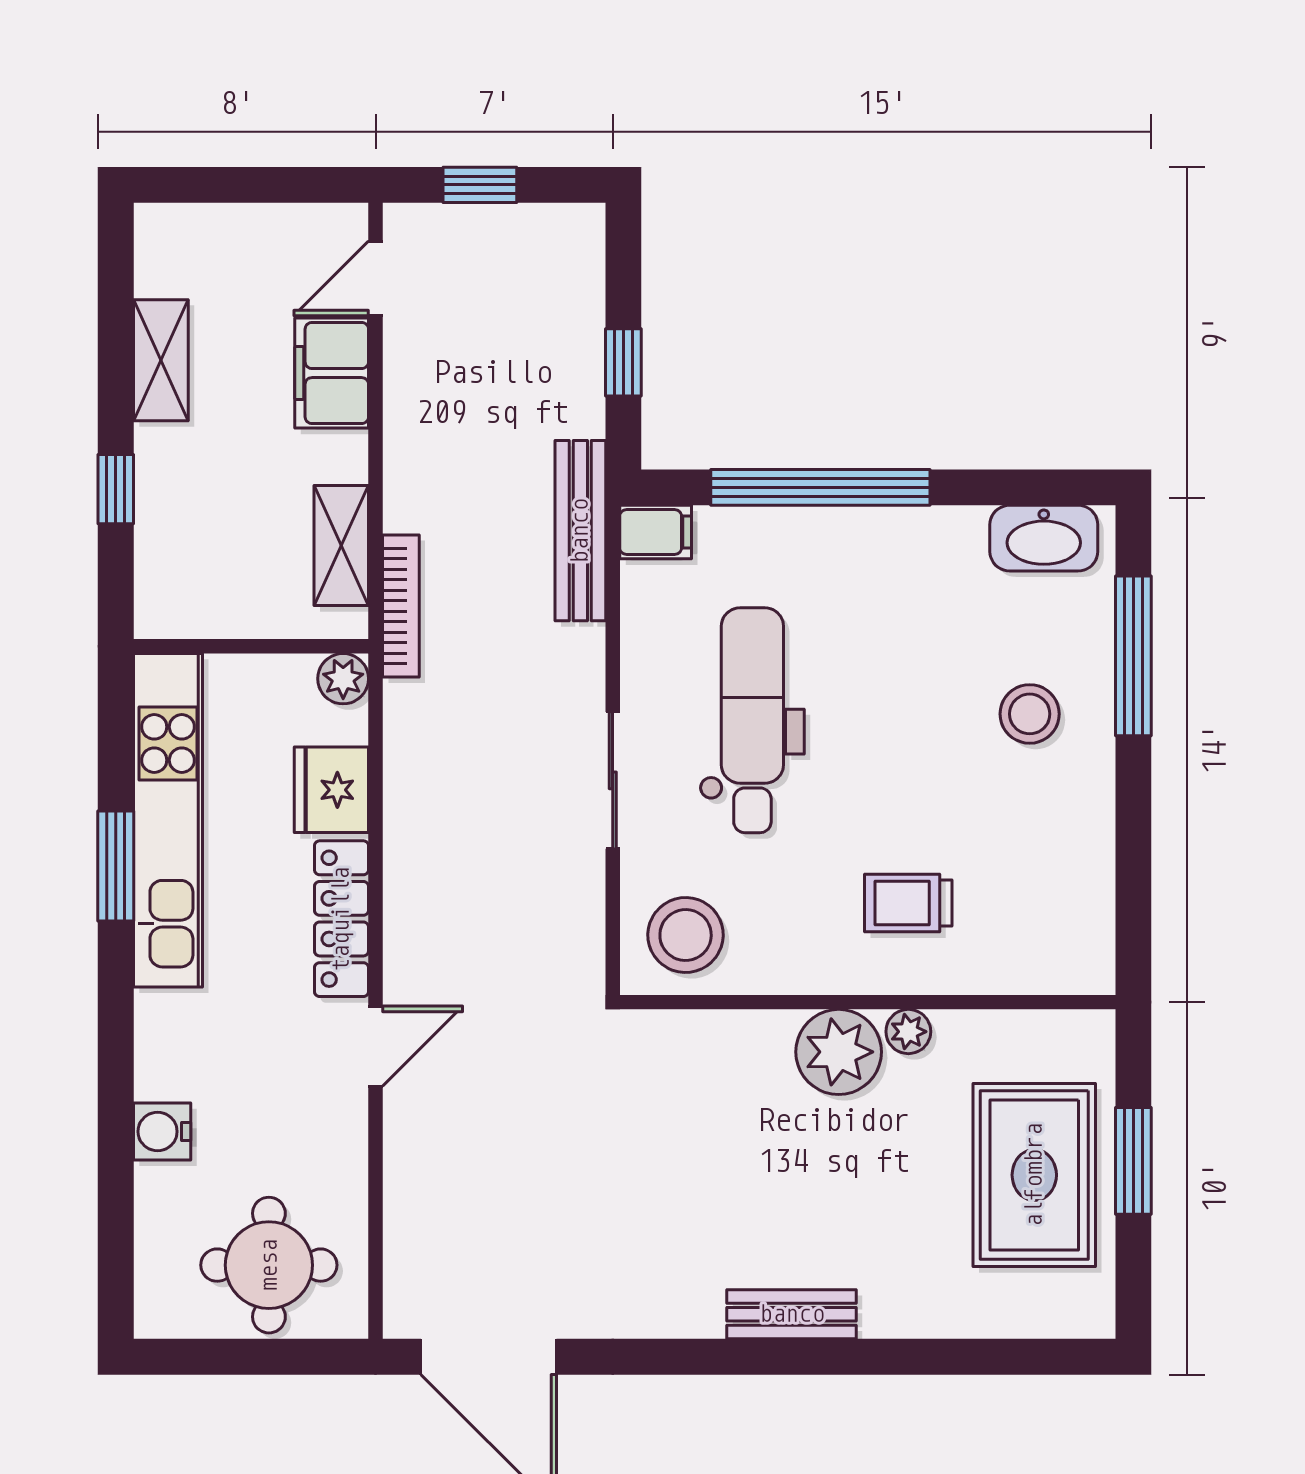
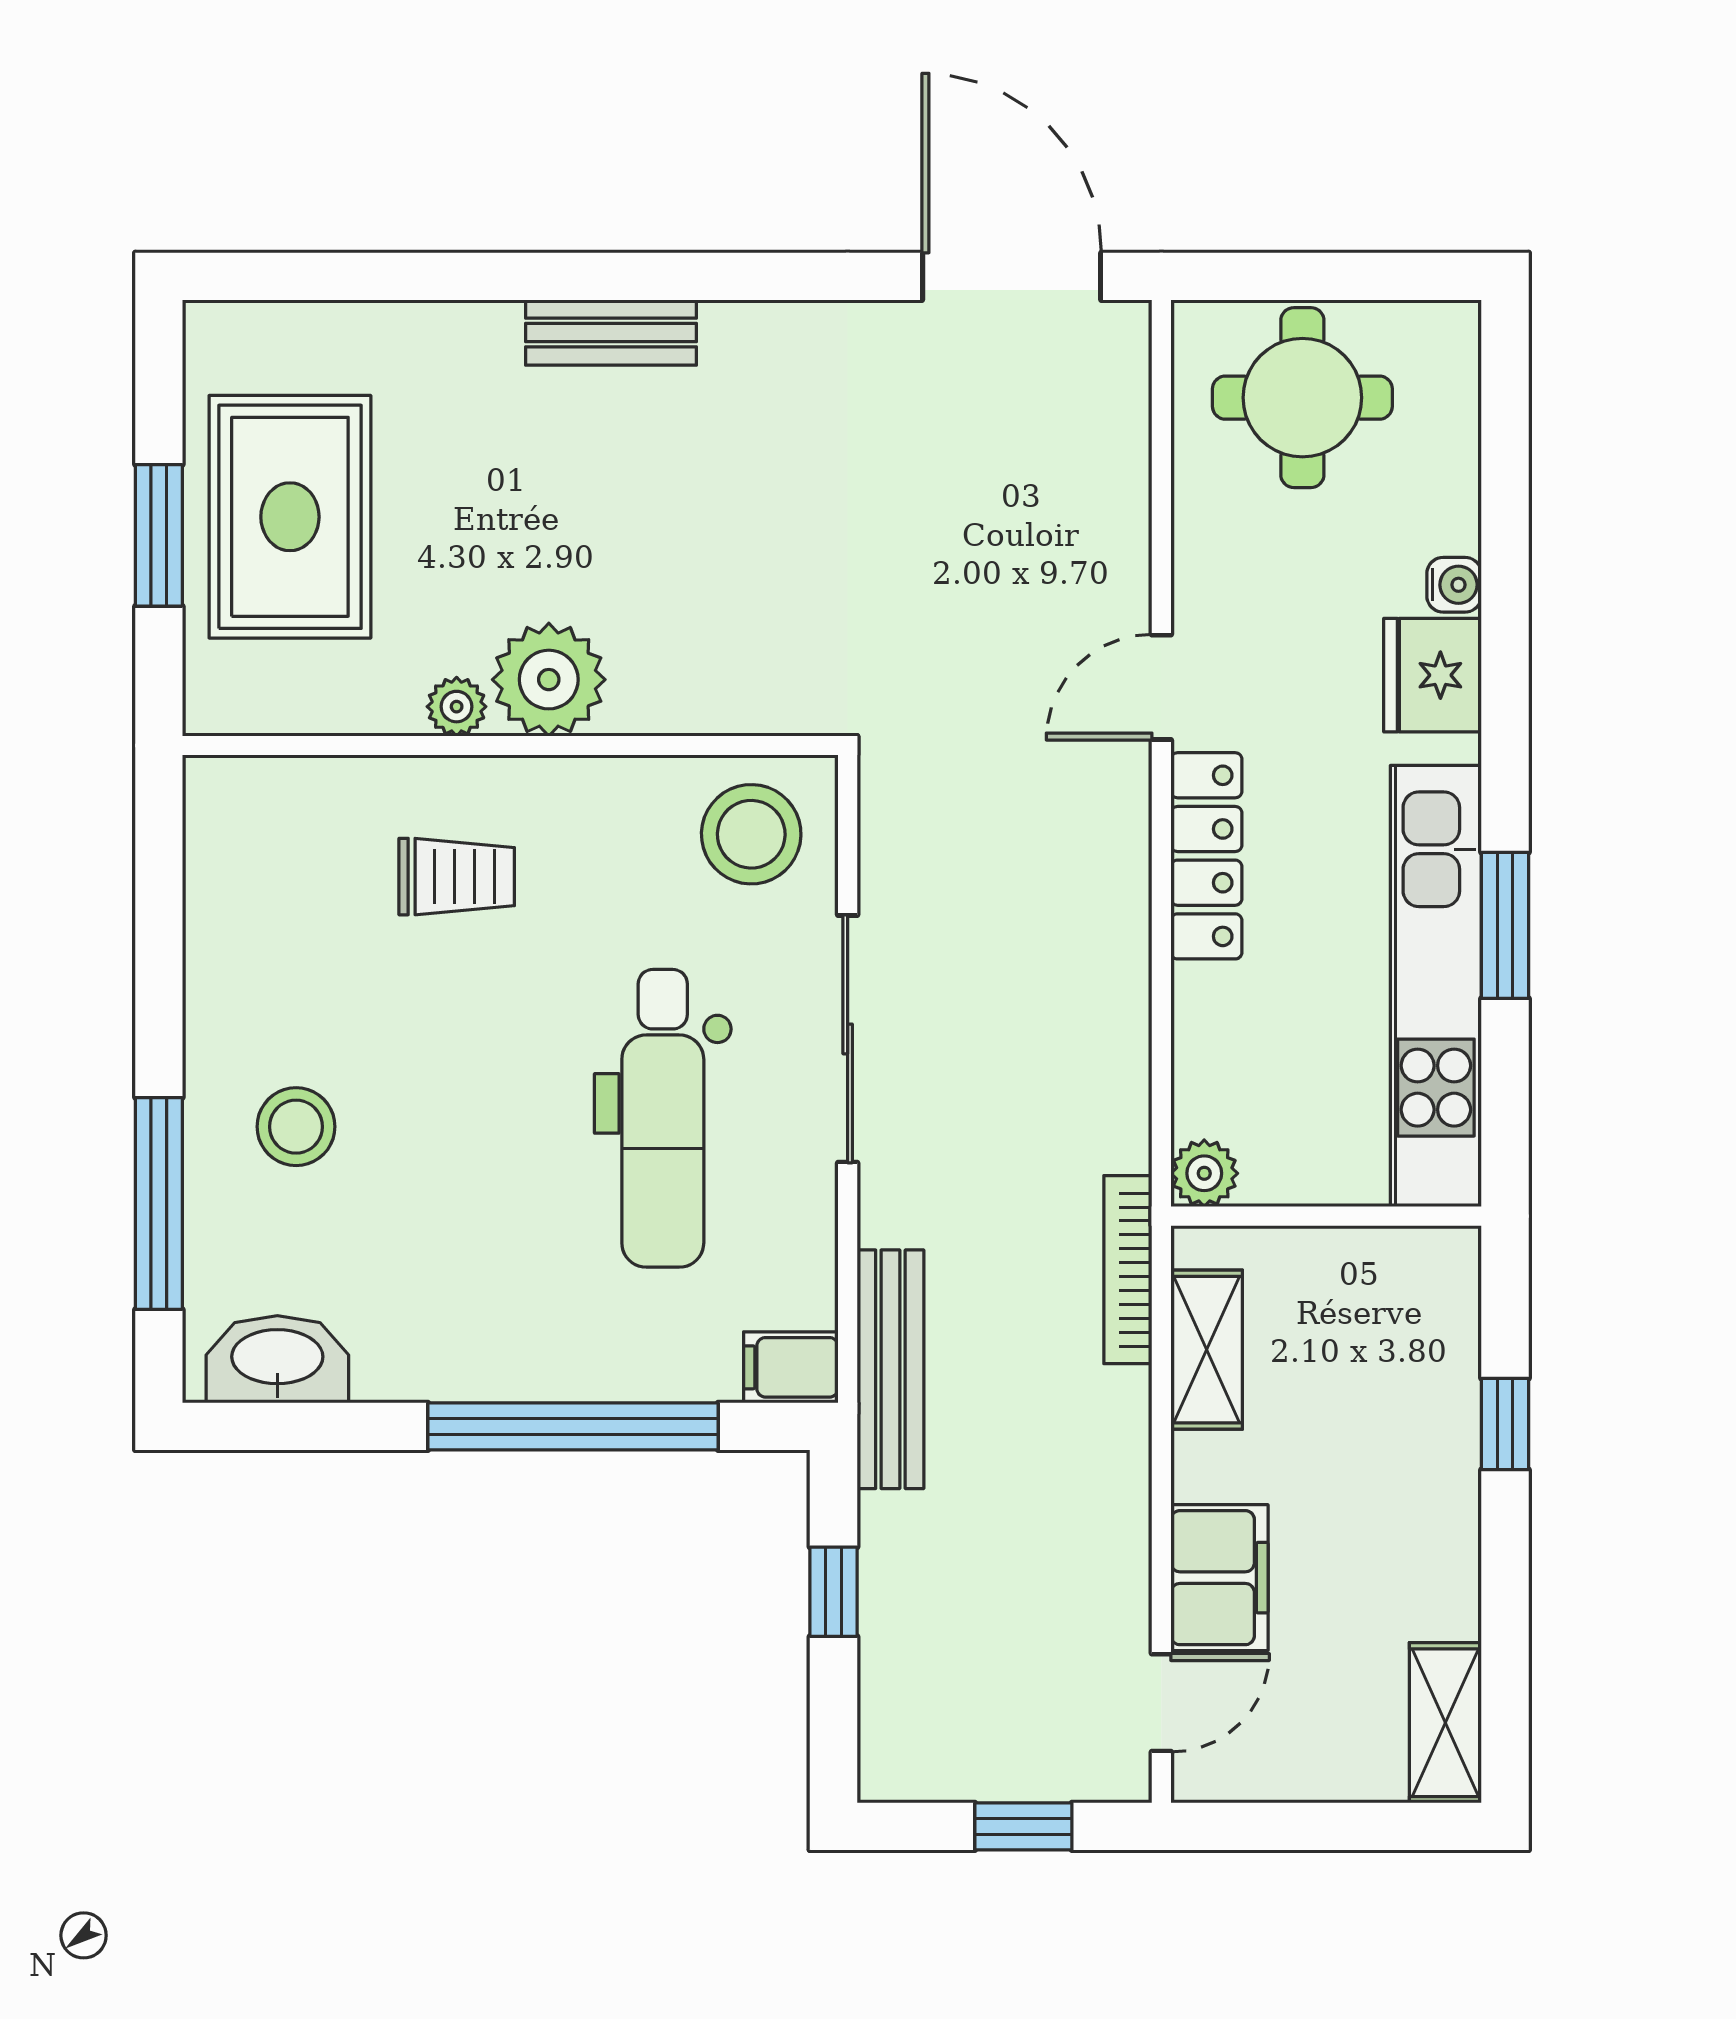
shelving: (161, 360) -> (1445, 1723), moved
sliding door: (613, 780) -> (848, 1039), width x1.37
fridge: (331, 790) -> (1433, 675), moved, turned 180
water cooler: (162, 1132) -> (1454, 585), width x0.72, depth x0.72

